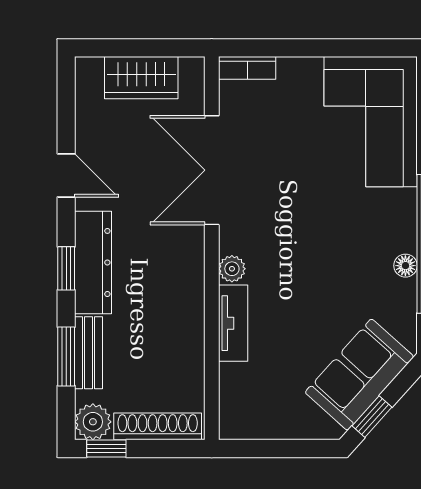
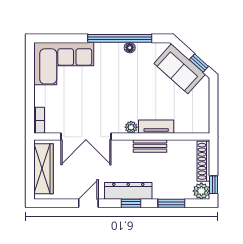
wardrobe: (141, 78) -> (44, 169), width x1.50
bench: (88, 353) -> (150, 146), moved

